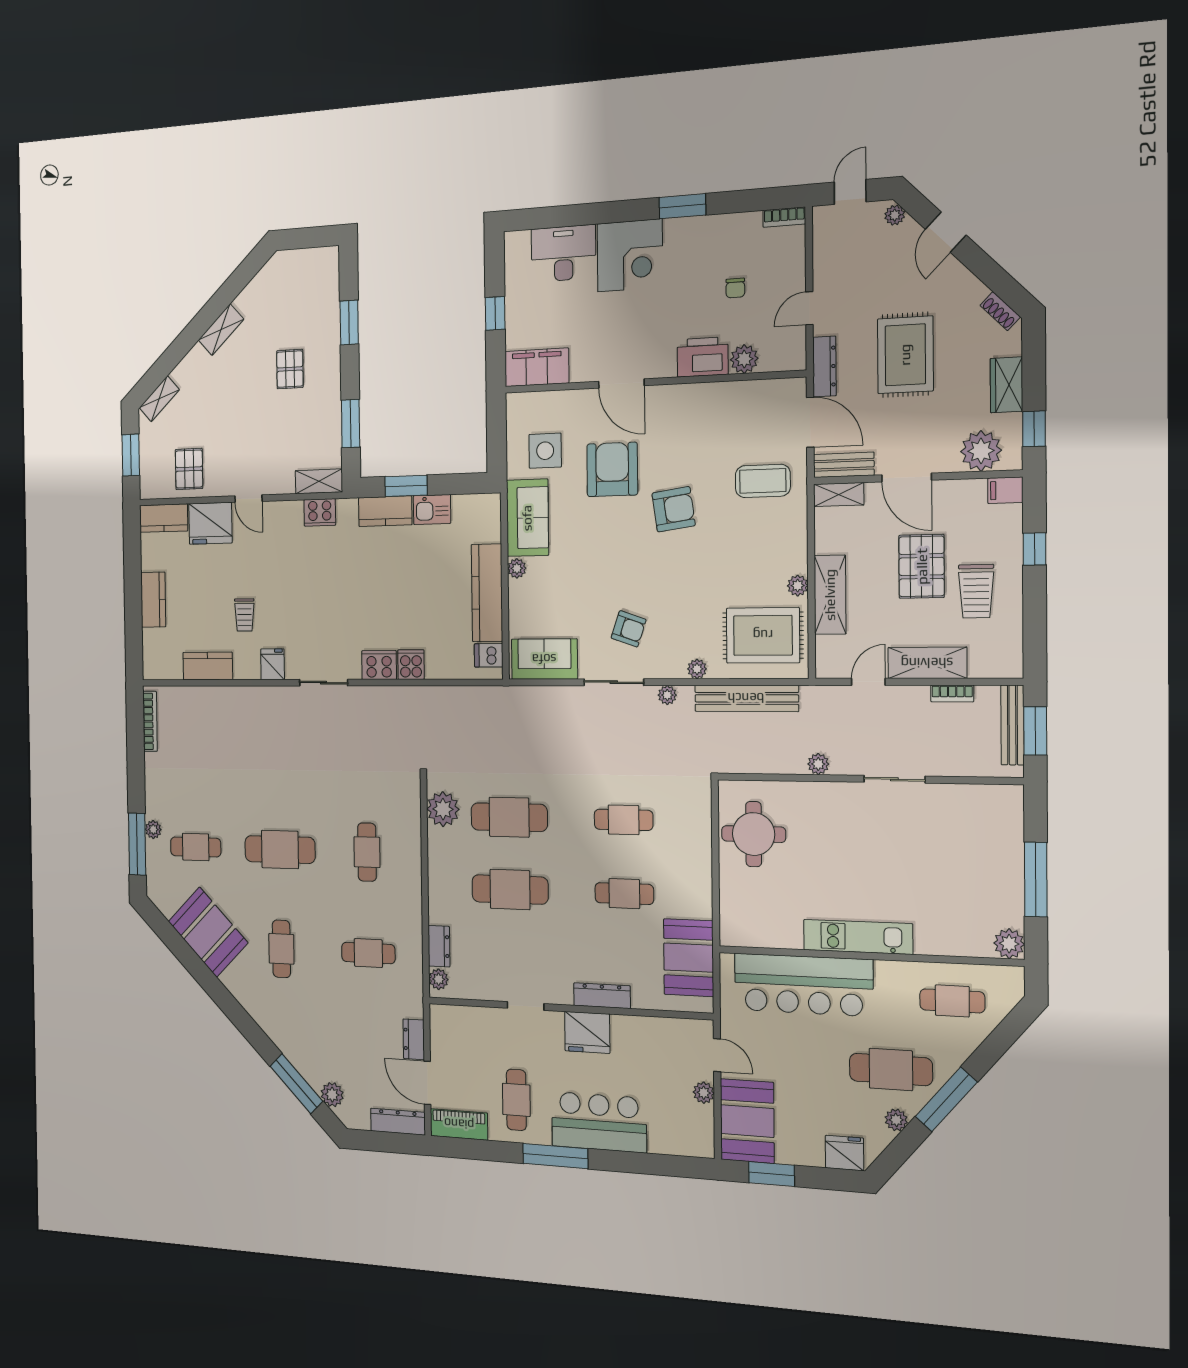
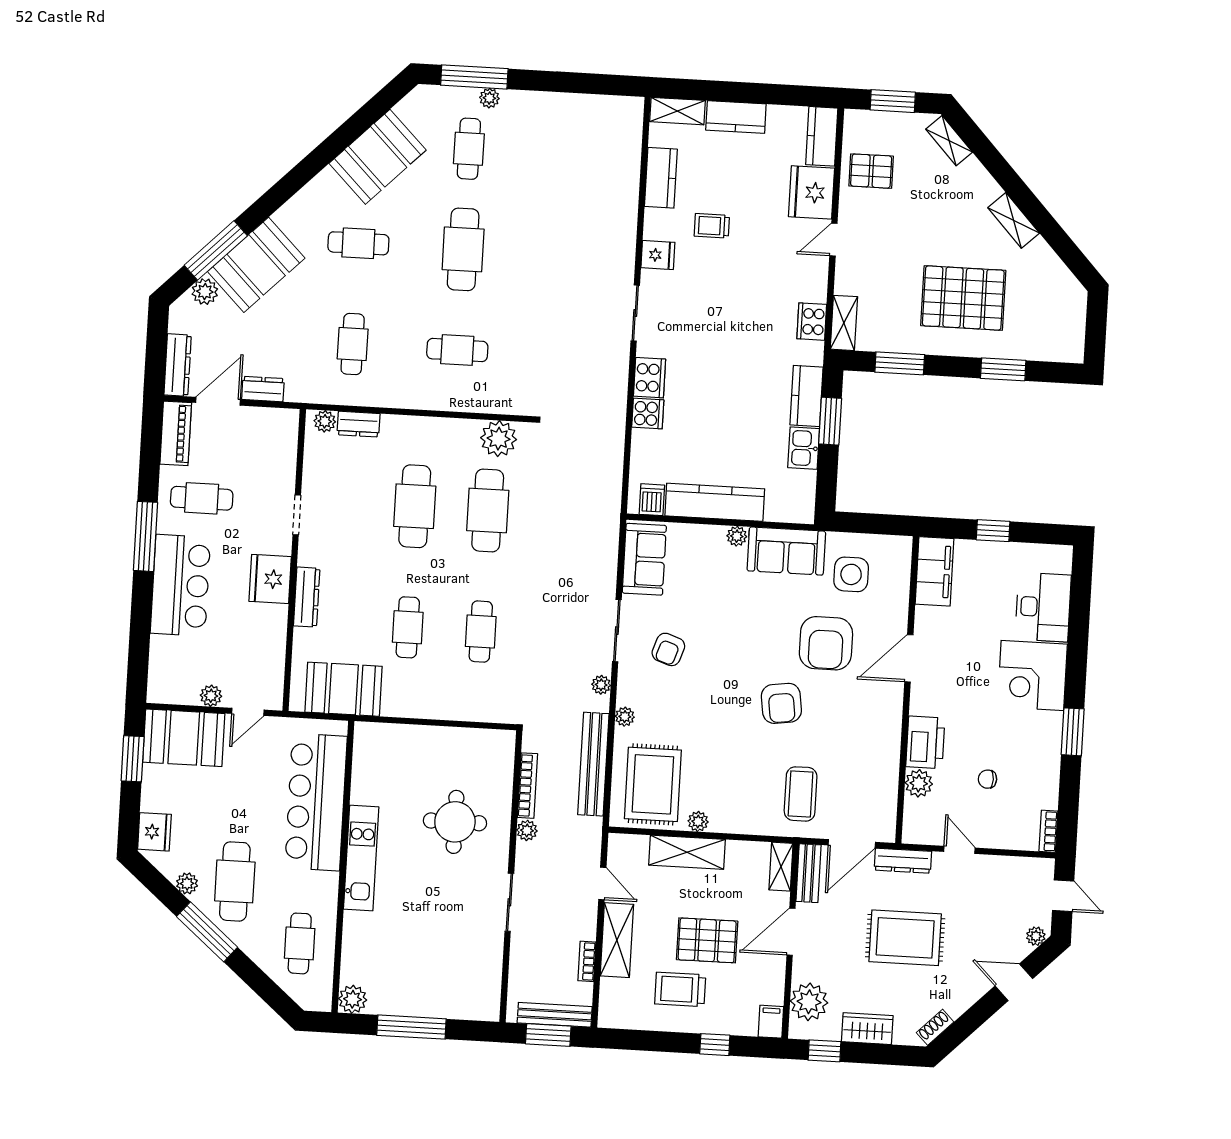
pallet: (290, 369) -> (963, 298), width x2.05, depth x2.00
armchair: (612, 469) -> (826, 643), turned 90
shelving: (152, 654) -> (678, 111), added
bookcase: (150, 721) -> (527, 786), moved, turned -90
round table: (754, 834) -> (455, 822), moved
booth: (306, 1046) -> (256, 265), added

